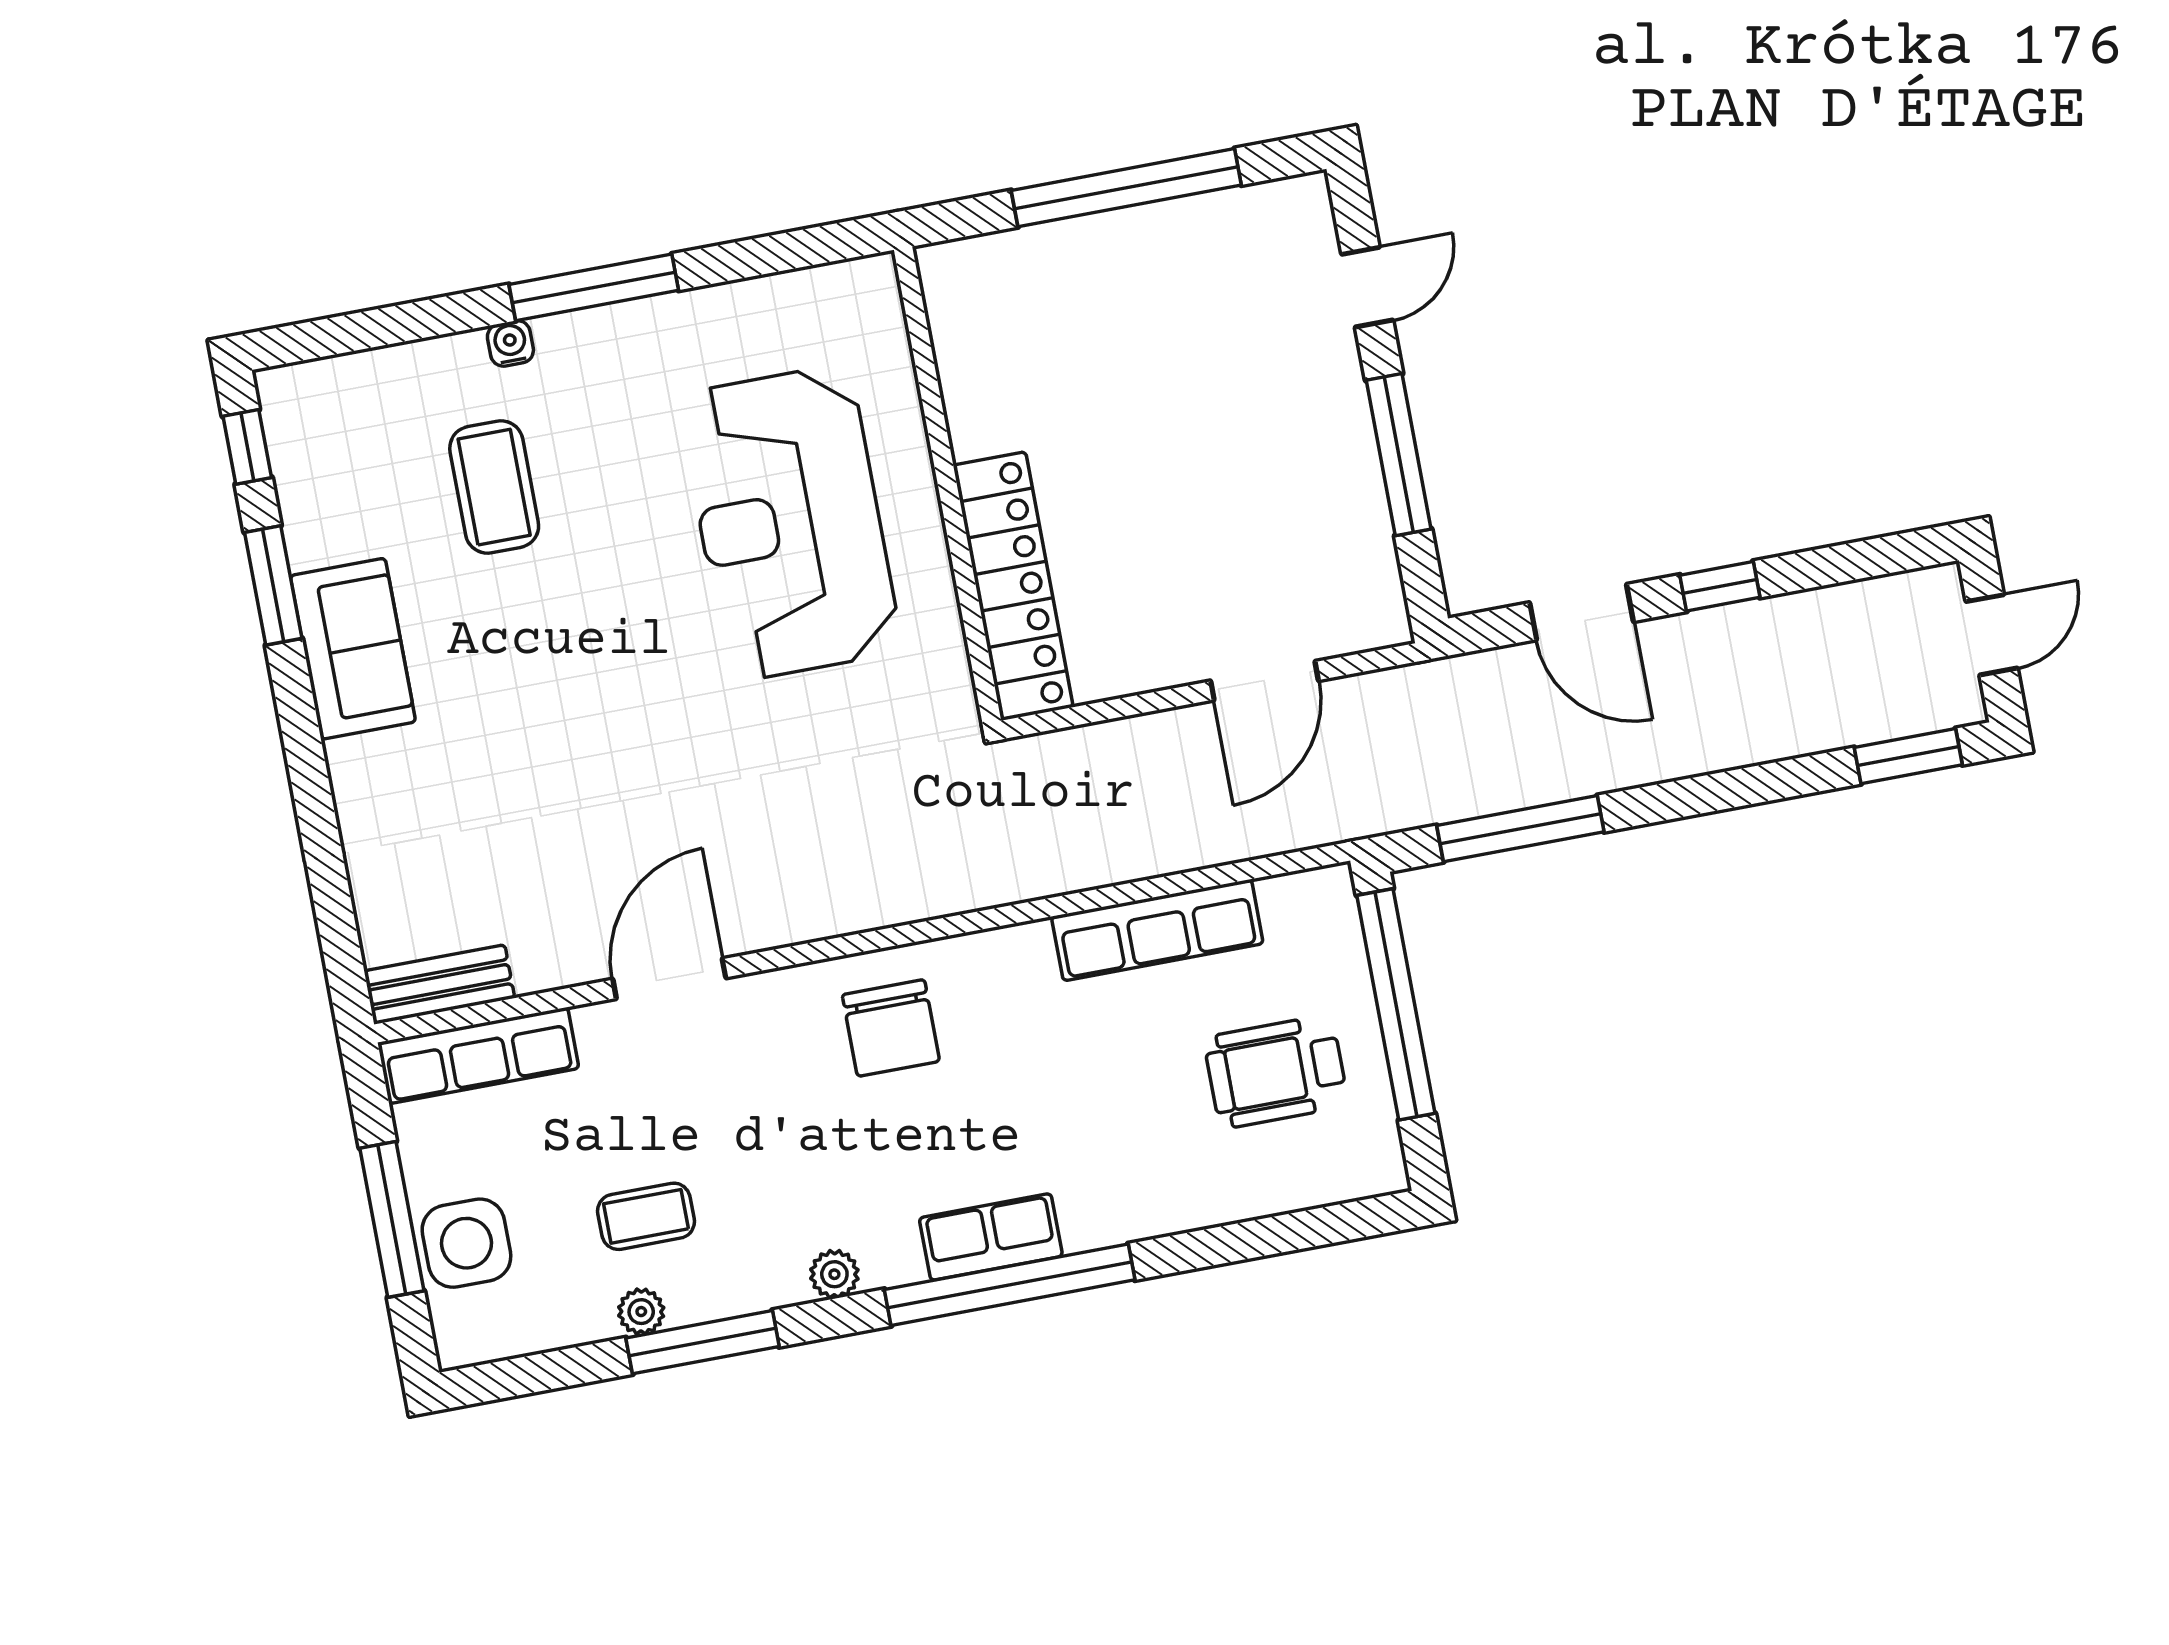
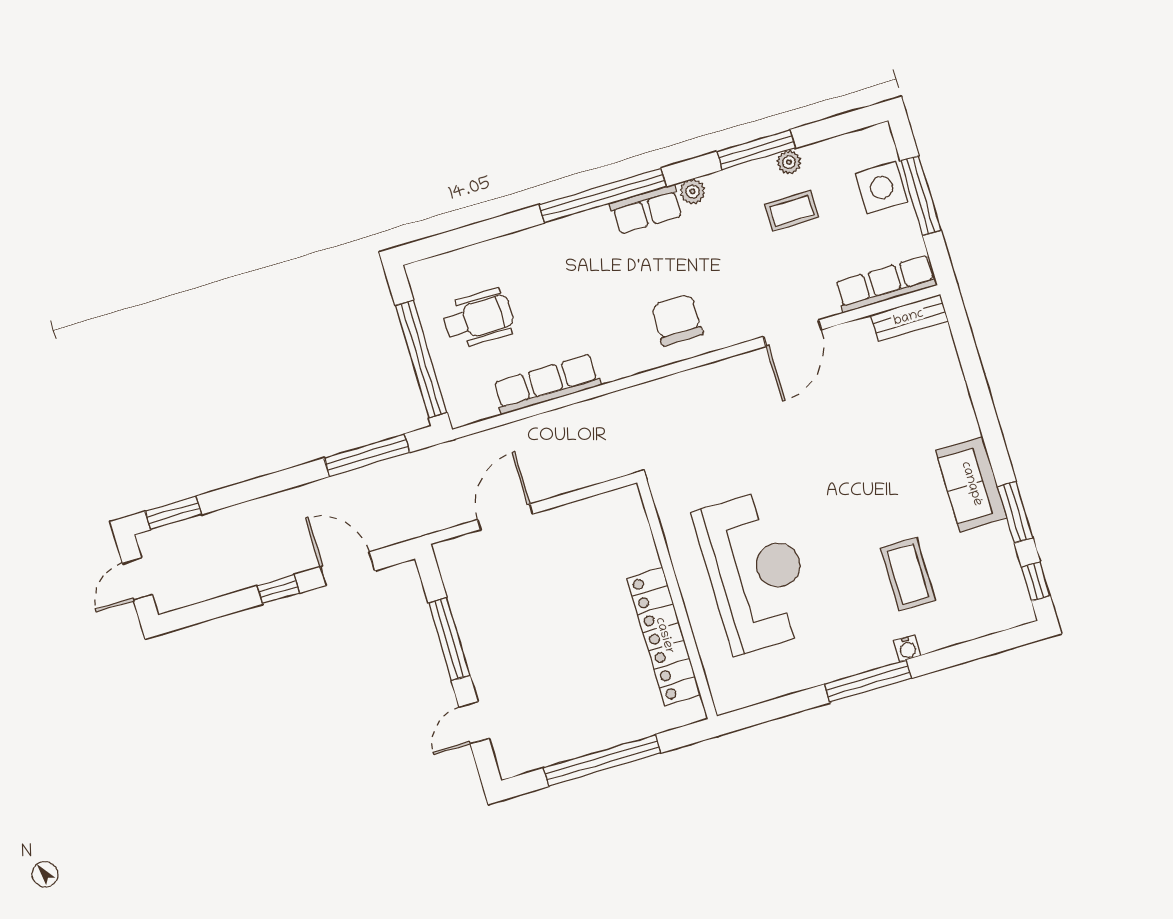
locker: (1013, 586) -> (664, 636), moved
row of seats: (991, 1237) -> (647, 209), moved

